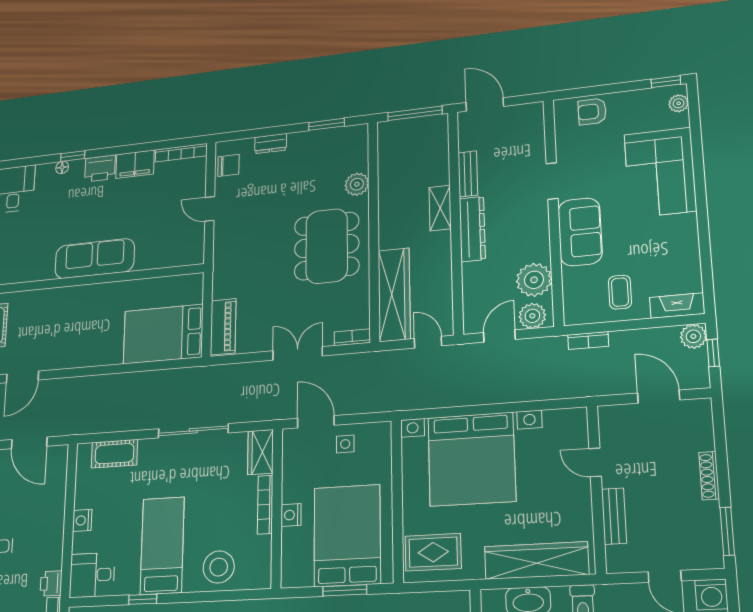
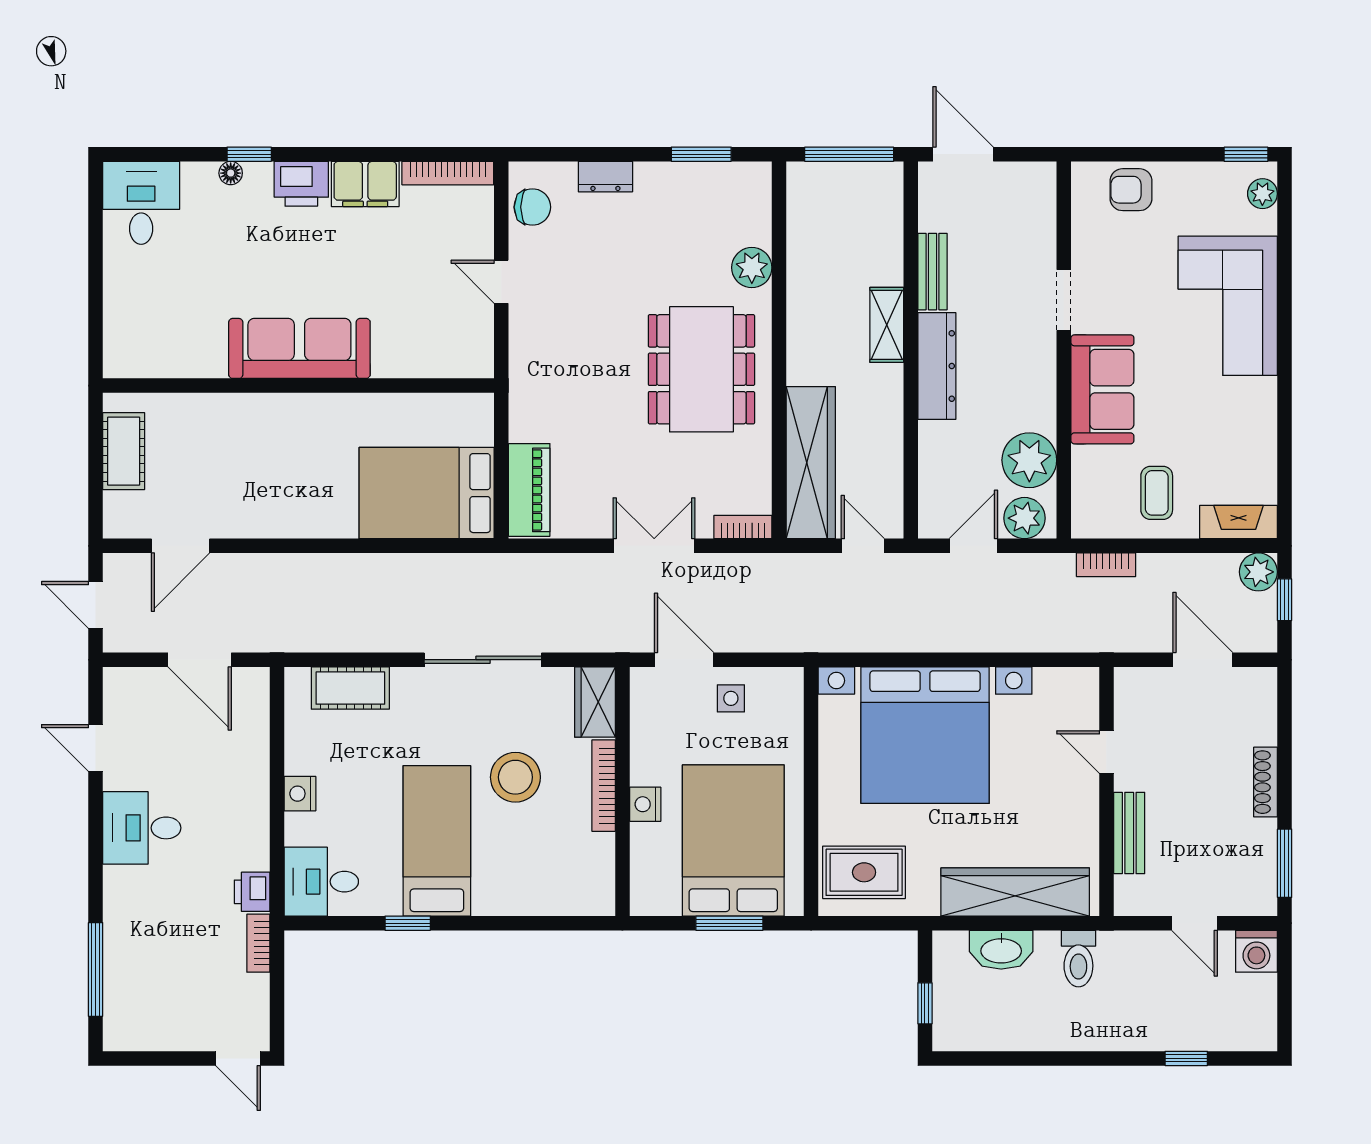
stool: (219, 567) -> (515, 777), moved

